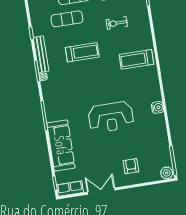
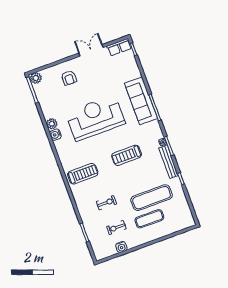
exercise mat: (67, 19) -> (152, 198), width x1.36, depth x1.45
treadmill: (82, 52) -> (127, 155), moved
reception desk: (111, 117) -> (95, 118), width x1.36, depth x1.30
plant: (159, 120) -> (52, 124), added
sofa: (61, 145) -> (141, 101), moved
double door: (101, 191) -> (91, 50), swing flipped

